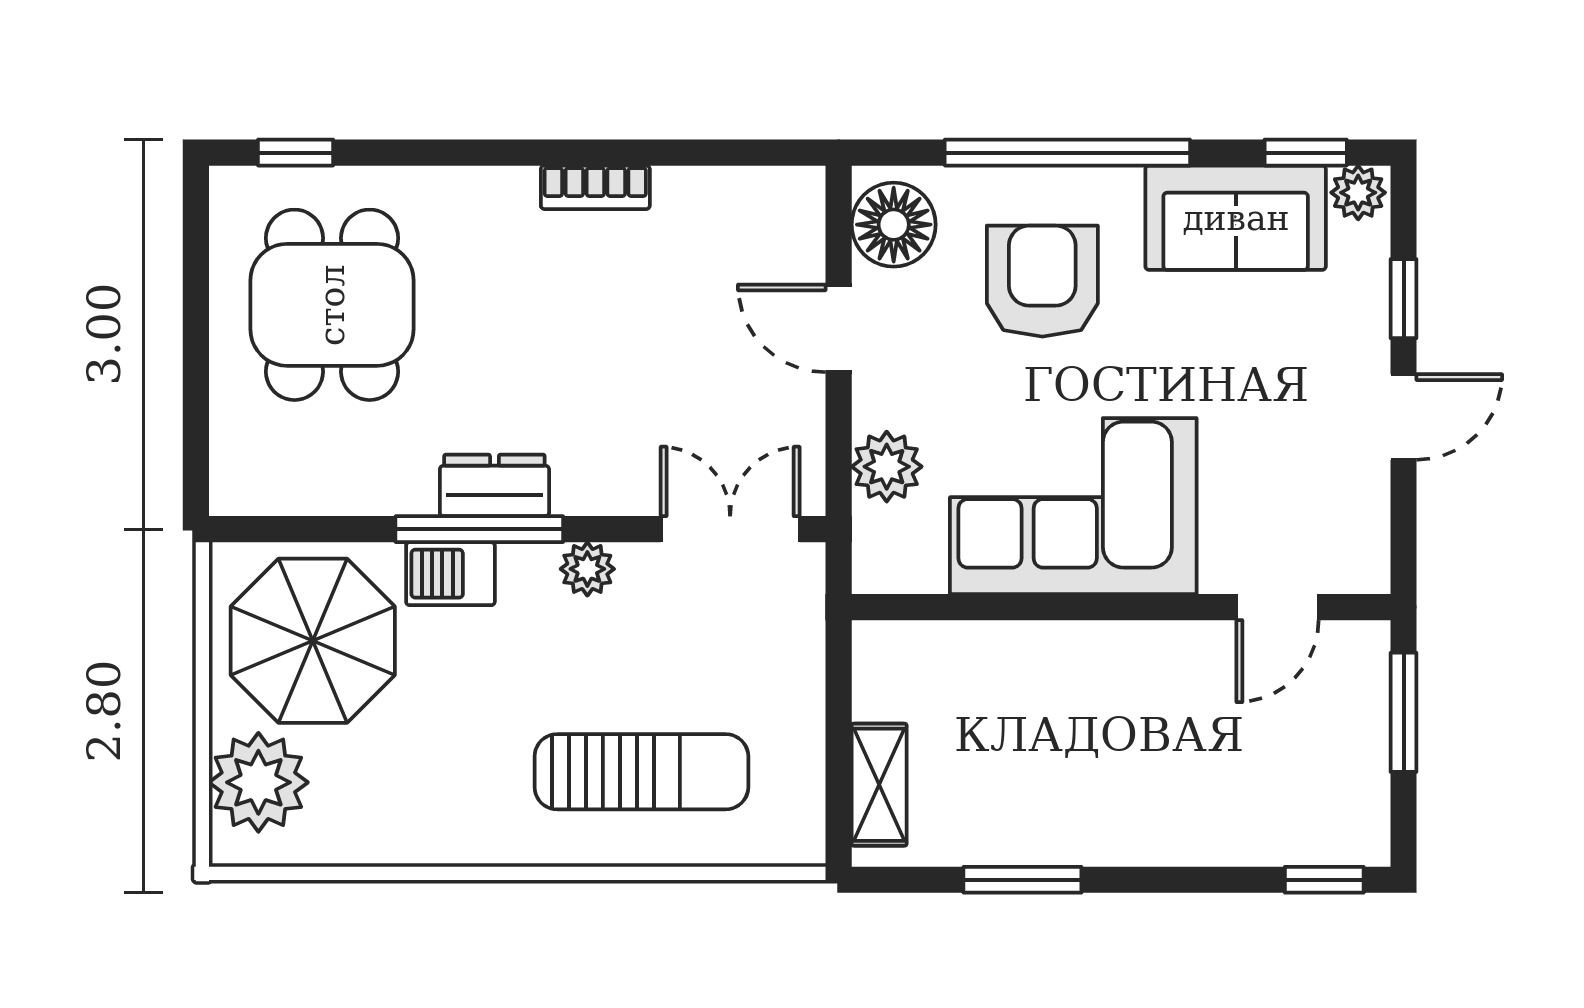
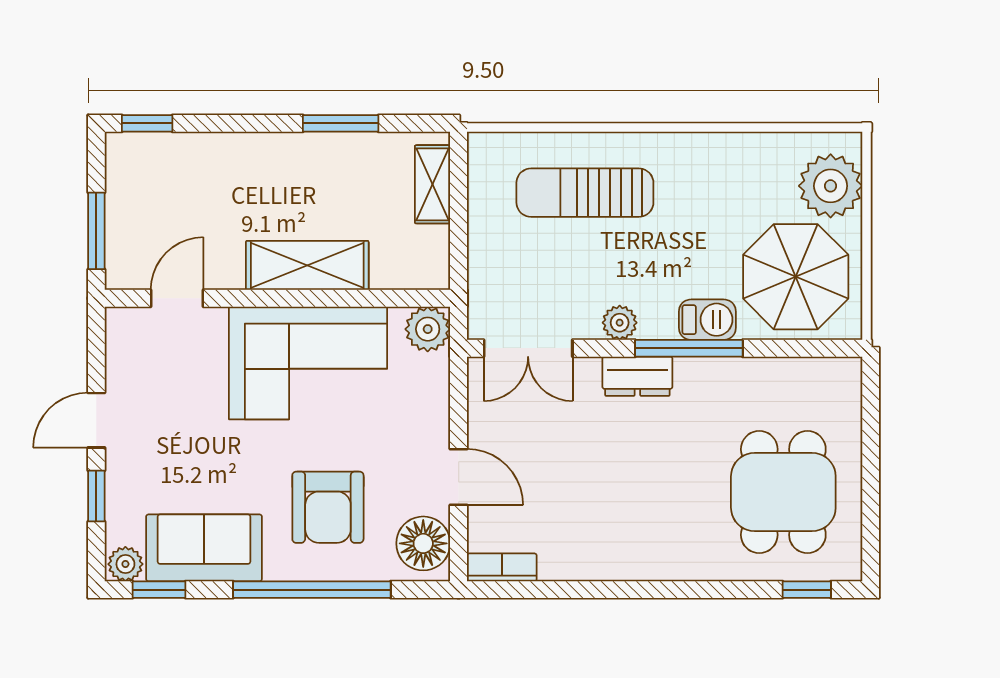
bookcase: (595, 187) -> (502, 567), moved
plant: (887, 467) -> (428, 329), moved
dresser: (494, 485) -> (637, 376), moved
shelving: (1075, 658) -> (307, 265), added

